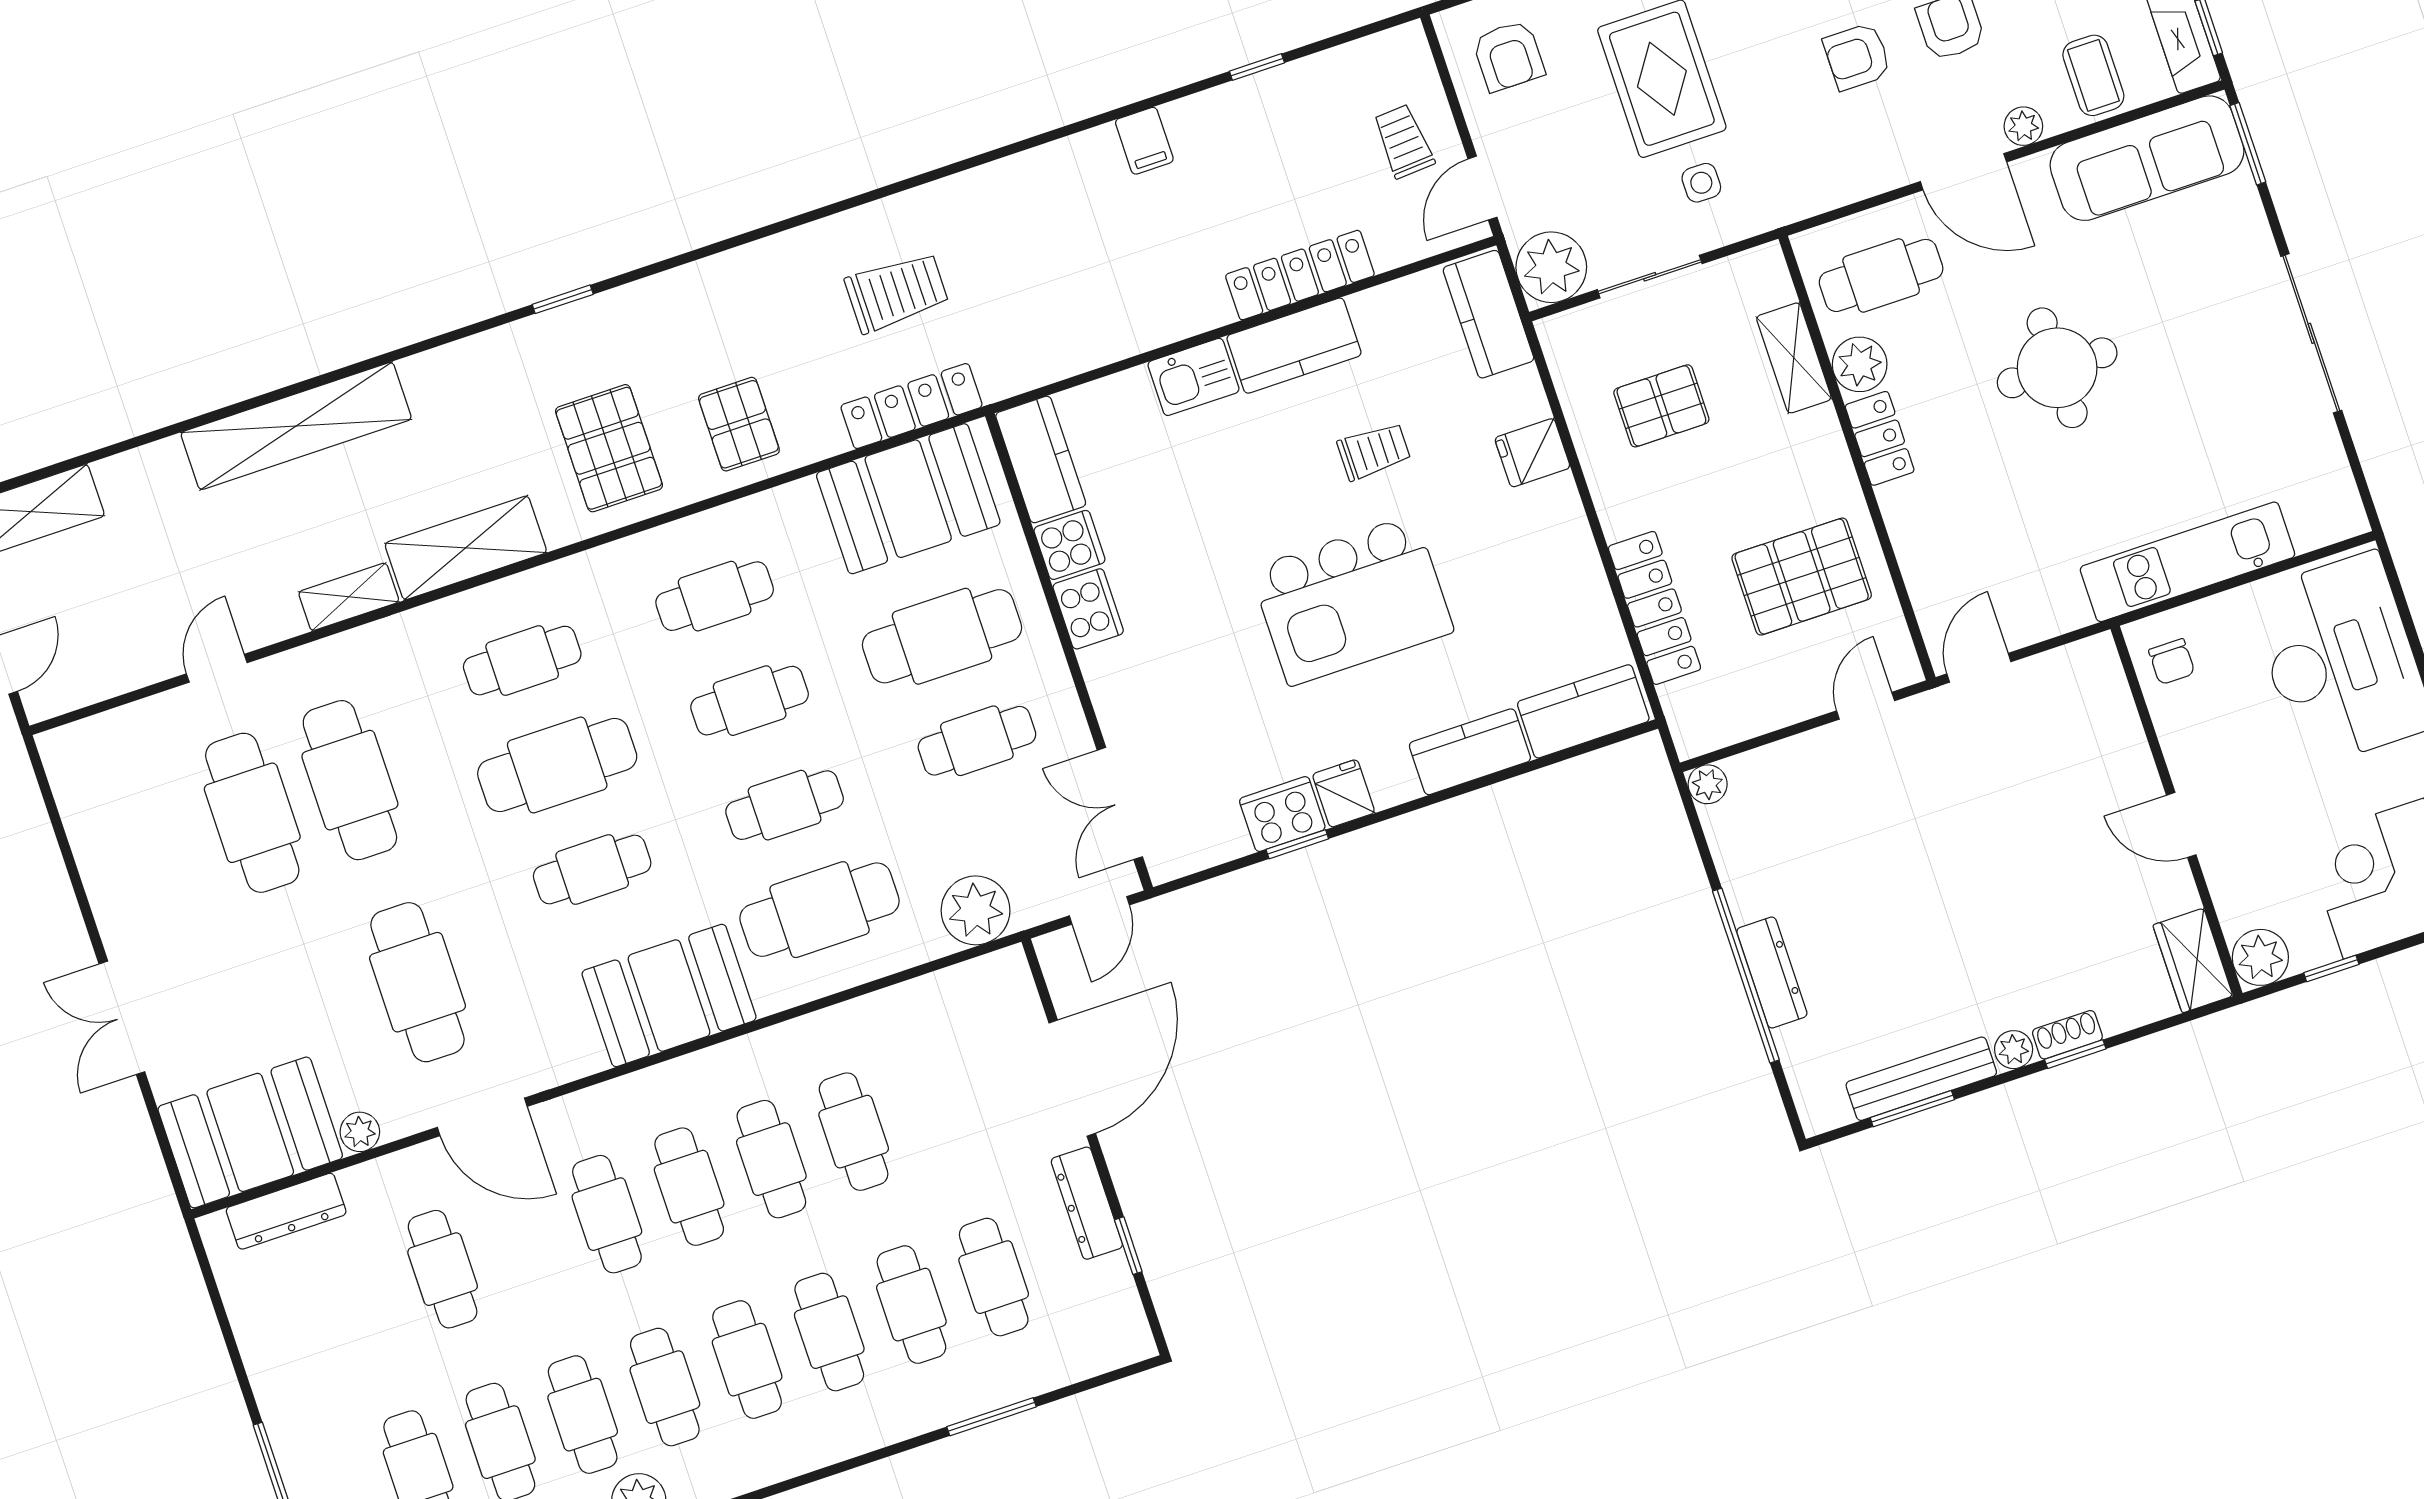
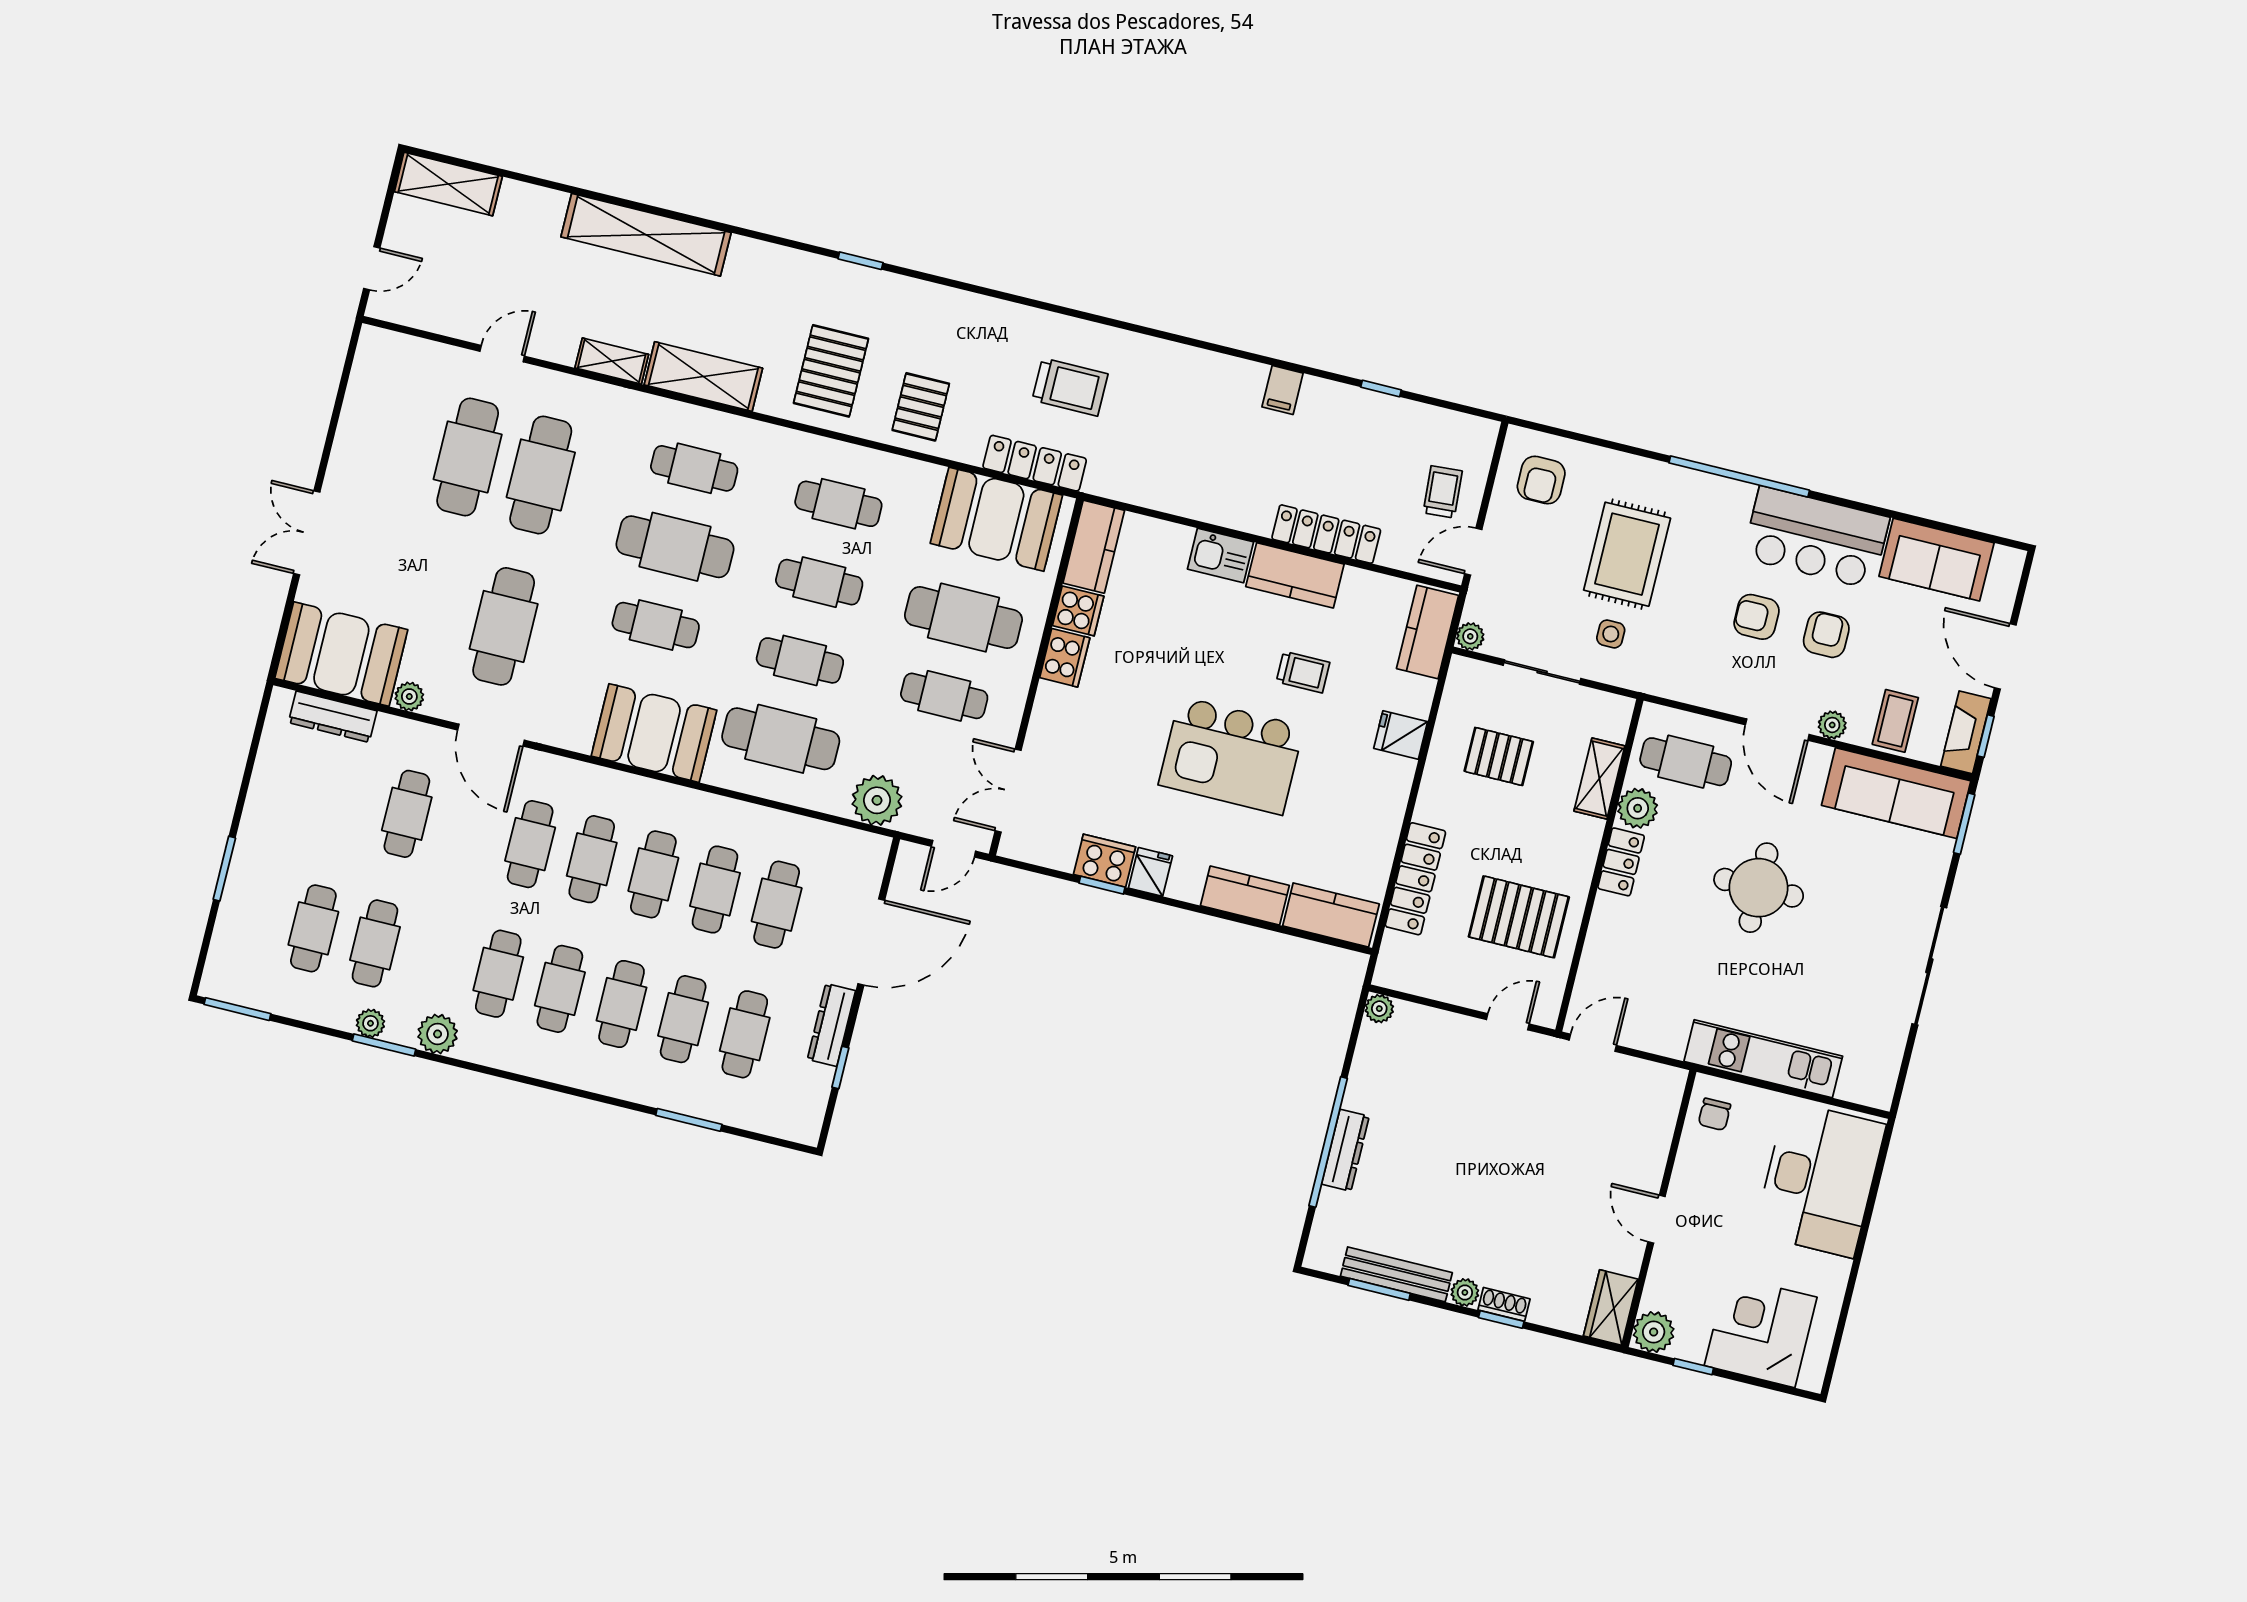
plant: (1551, 267) -> (1470, 636), width x0.53, depth x0.53
cafe table: (583, 1415) -> (777, 905), moved

